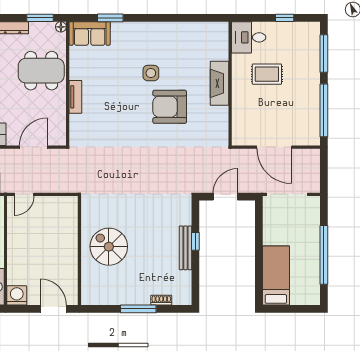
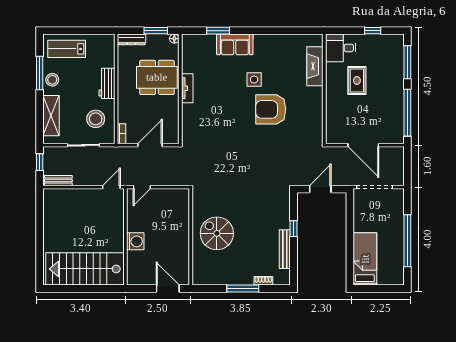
sofa: (90, 33) -> (235, 44), moved
rug: (267, 74) -> (357, 80), turned 90
fireplace: (219, 83) -> (315, 66), moved
tv unit: (75, 97) -> (187, 88), moved
bench: (185, 248) -> (285, 249), moved
washing machine: (17, 295) -> (135, 241), moved, turned 90

